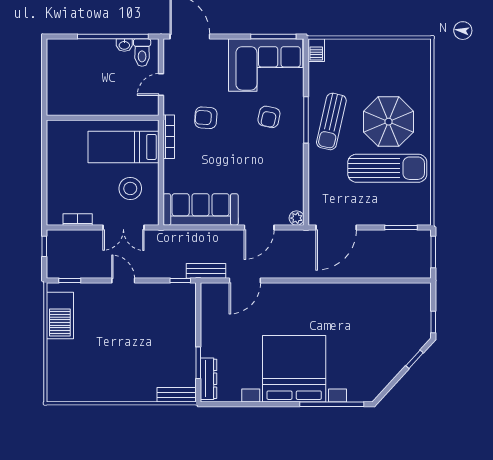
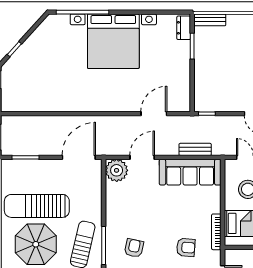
plant: (297, 218) -> (117, 170), width x1.87, depth x1.87
bench: (206, 271) -> (195, 149), moved
dresser: (208, 379) -> (184, 28), width x0.70

